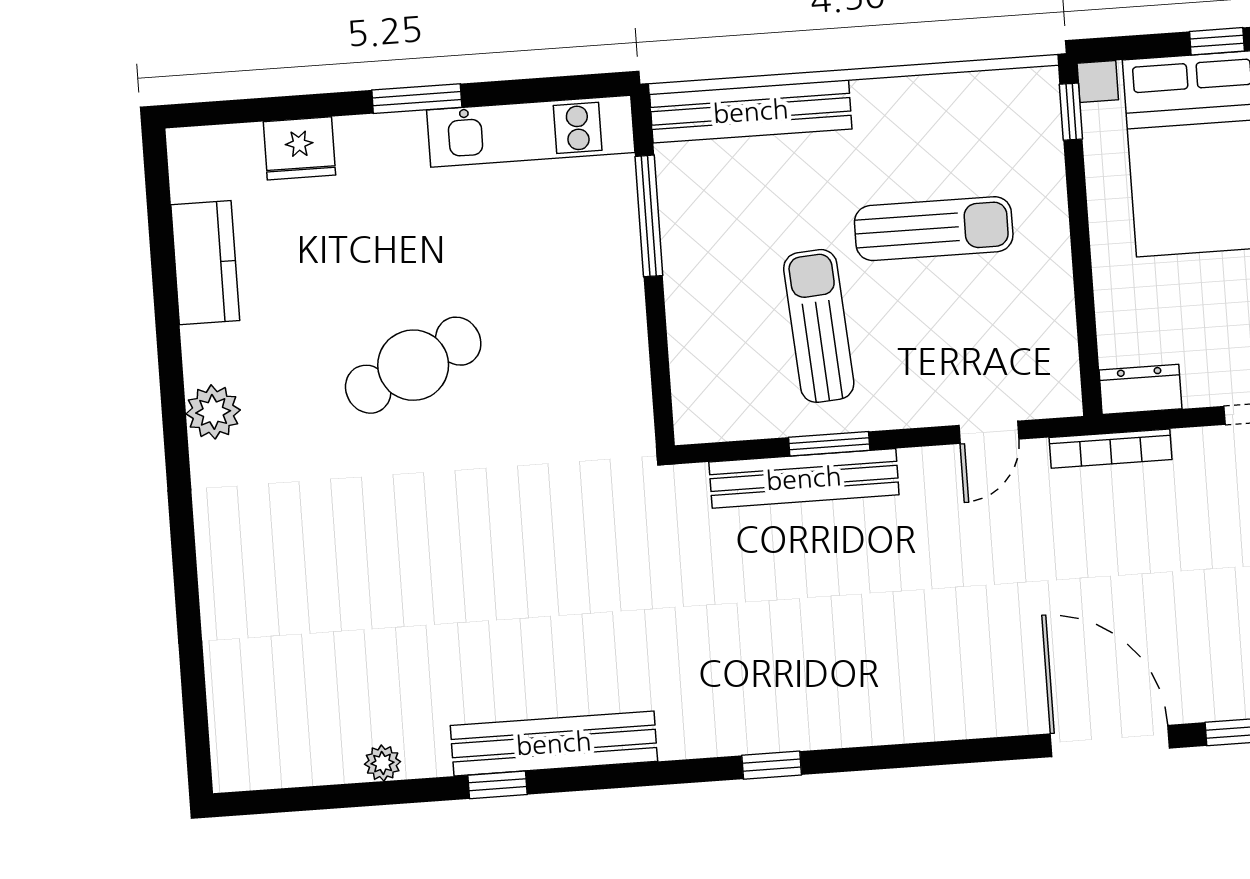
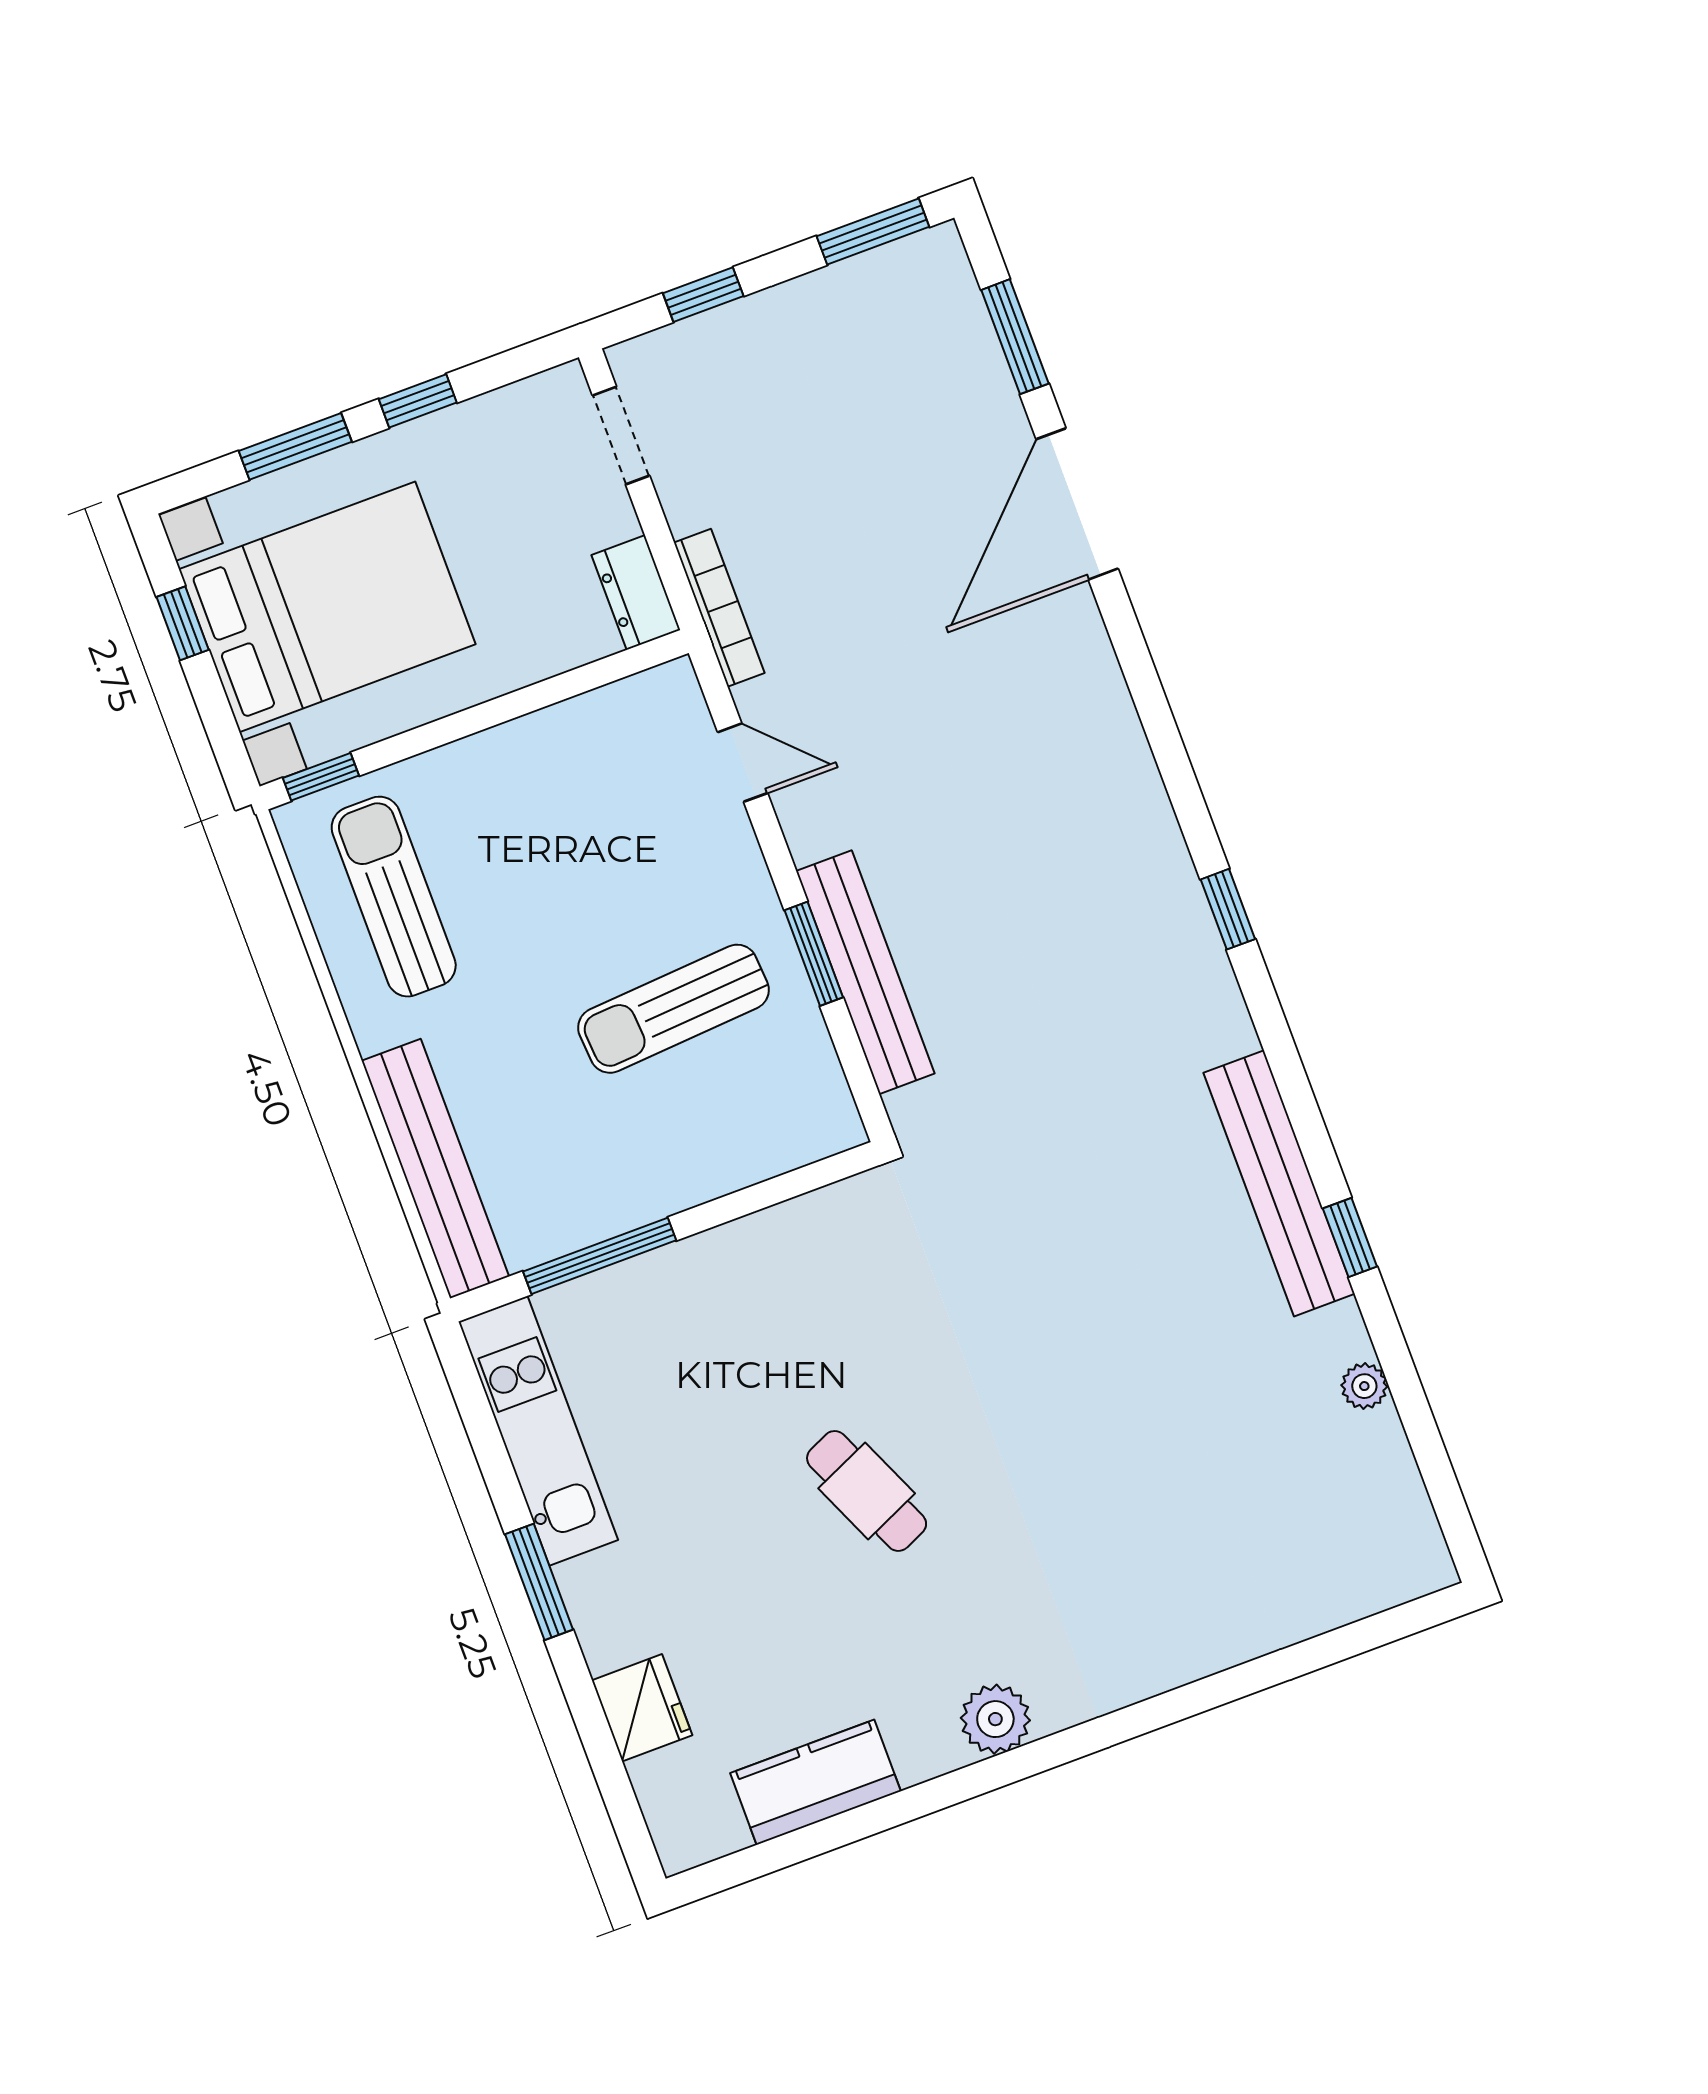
sun lounger: (934, 229) -> (394, 897), moved
cafe table: (413, 365) -> (867, 1491), width x0.73, depth x0.74

